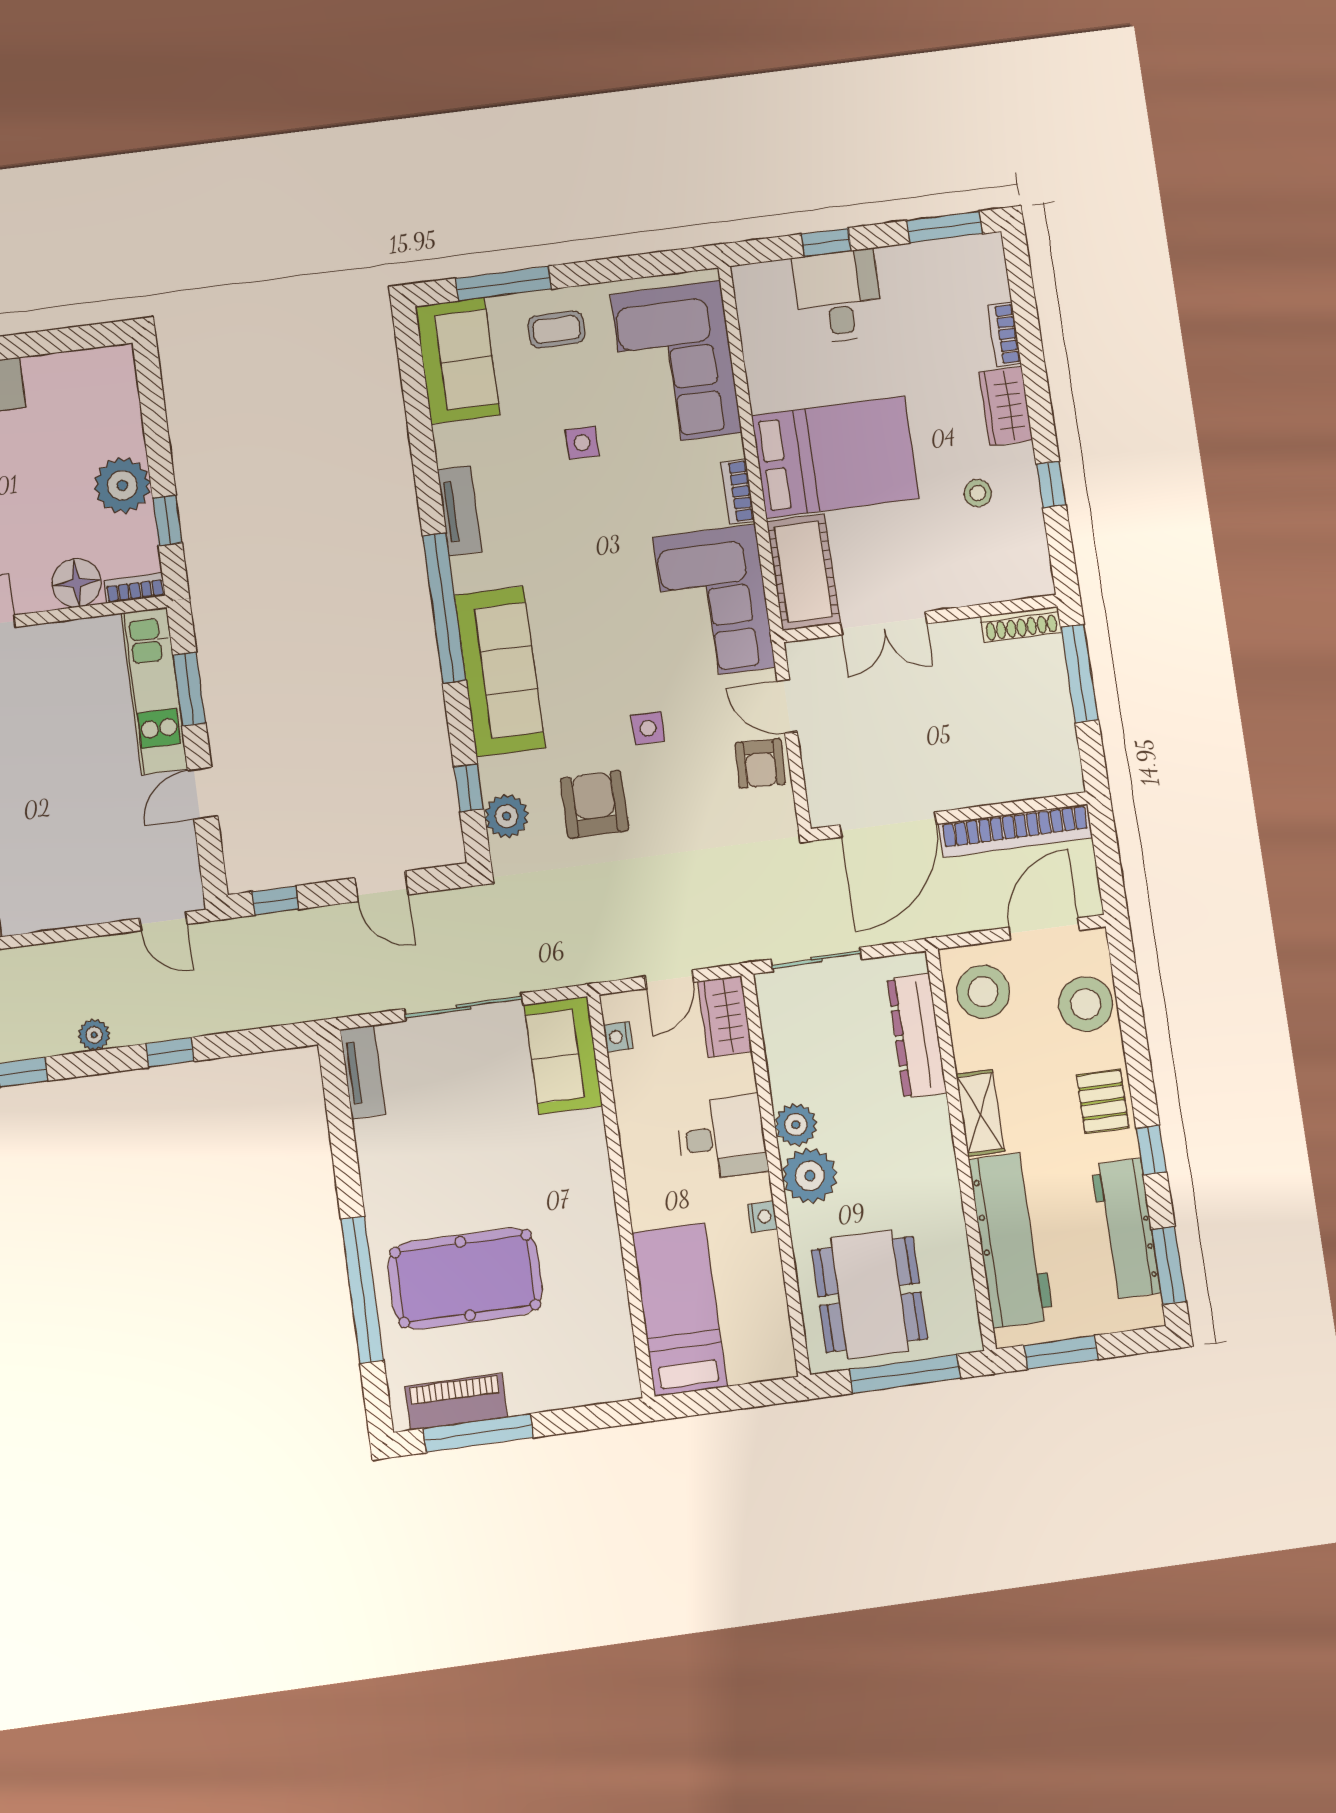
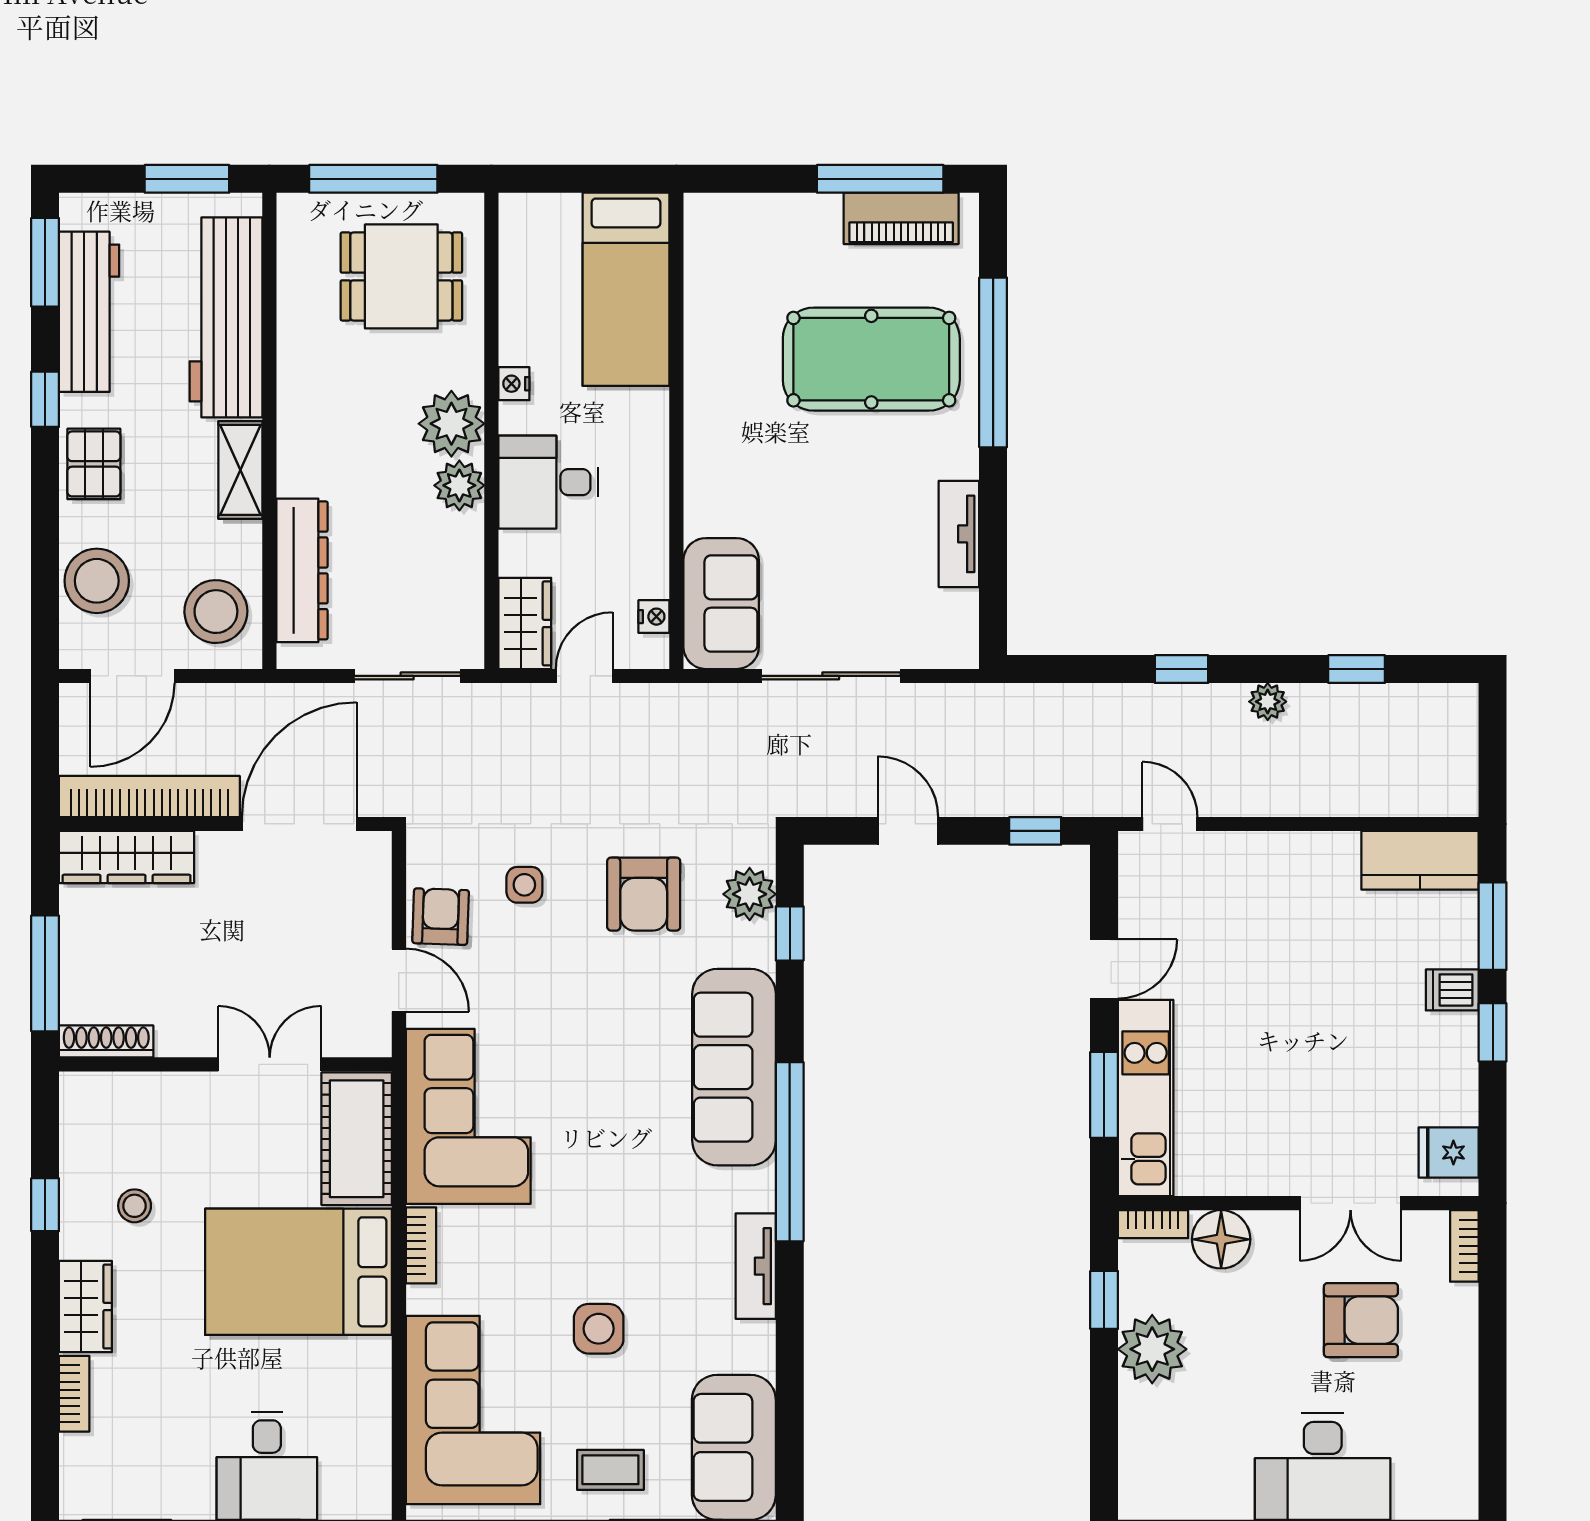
side table: (582, 443) -> (599, 1329), width x1.37, depth x1.37
side table: (648, 728) -> (524, 885), moved
wardrobe: (1027, 778) -> (127, 857), added
tv unit: (363, 1072) -> (959, 534), moved
dining table: (869, 1294) -> (401, 276), width x0.73

